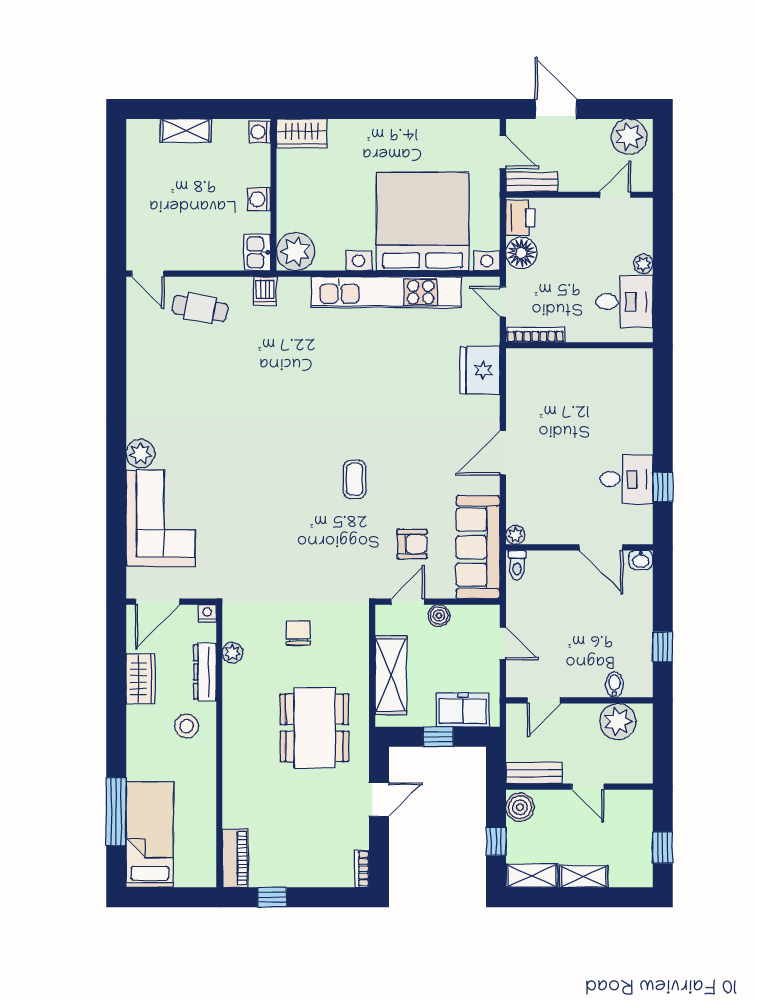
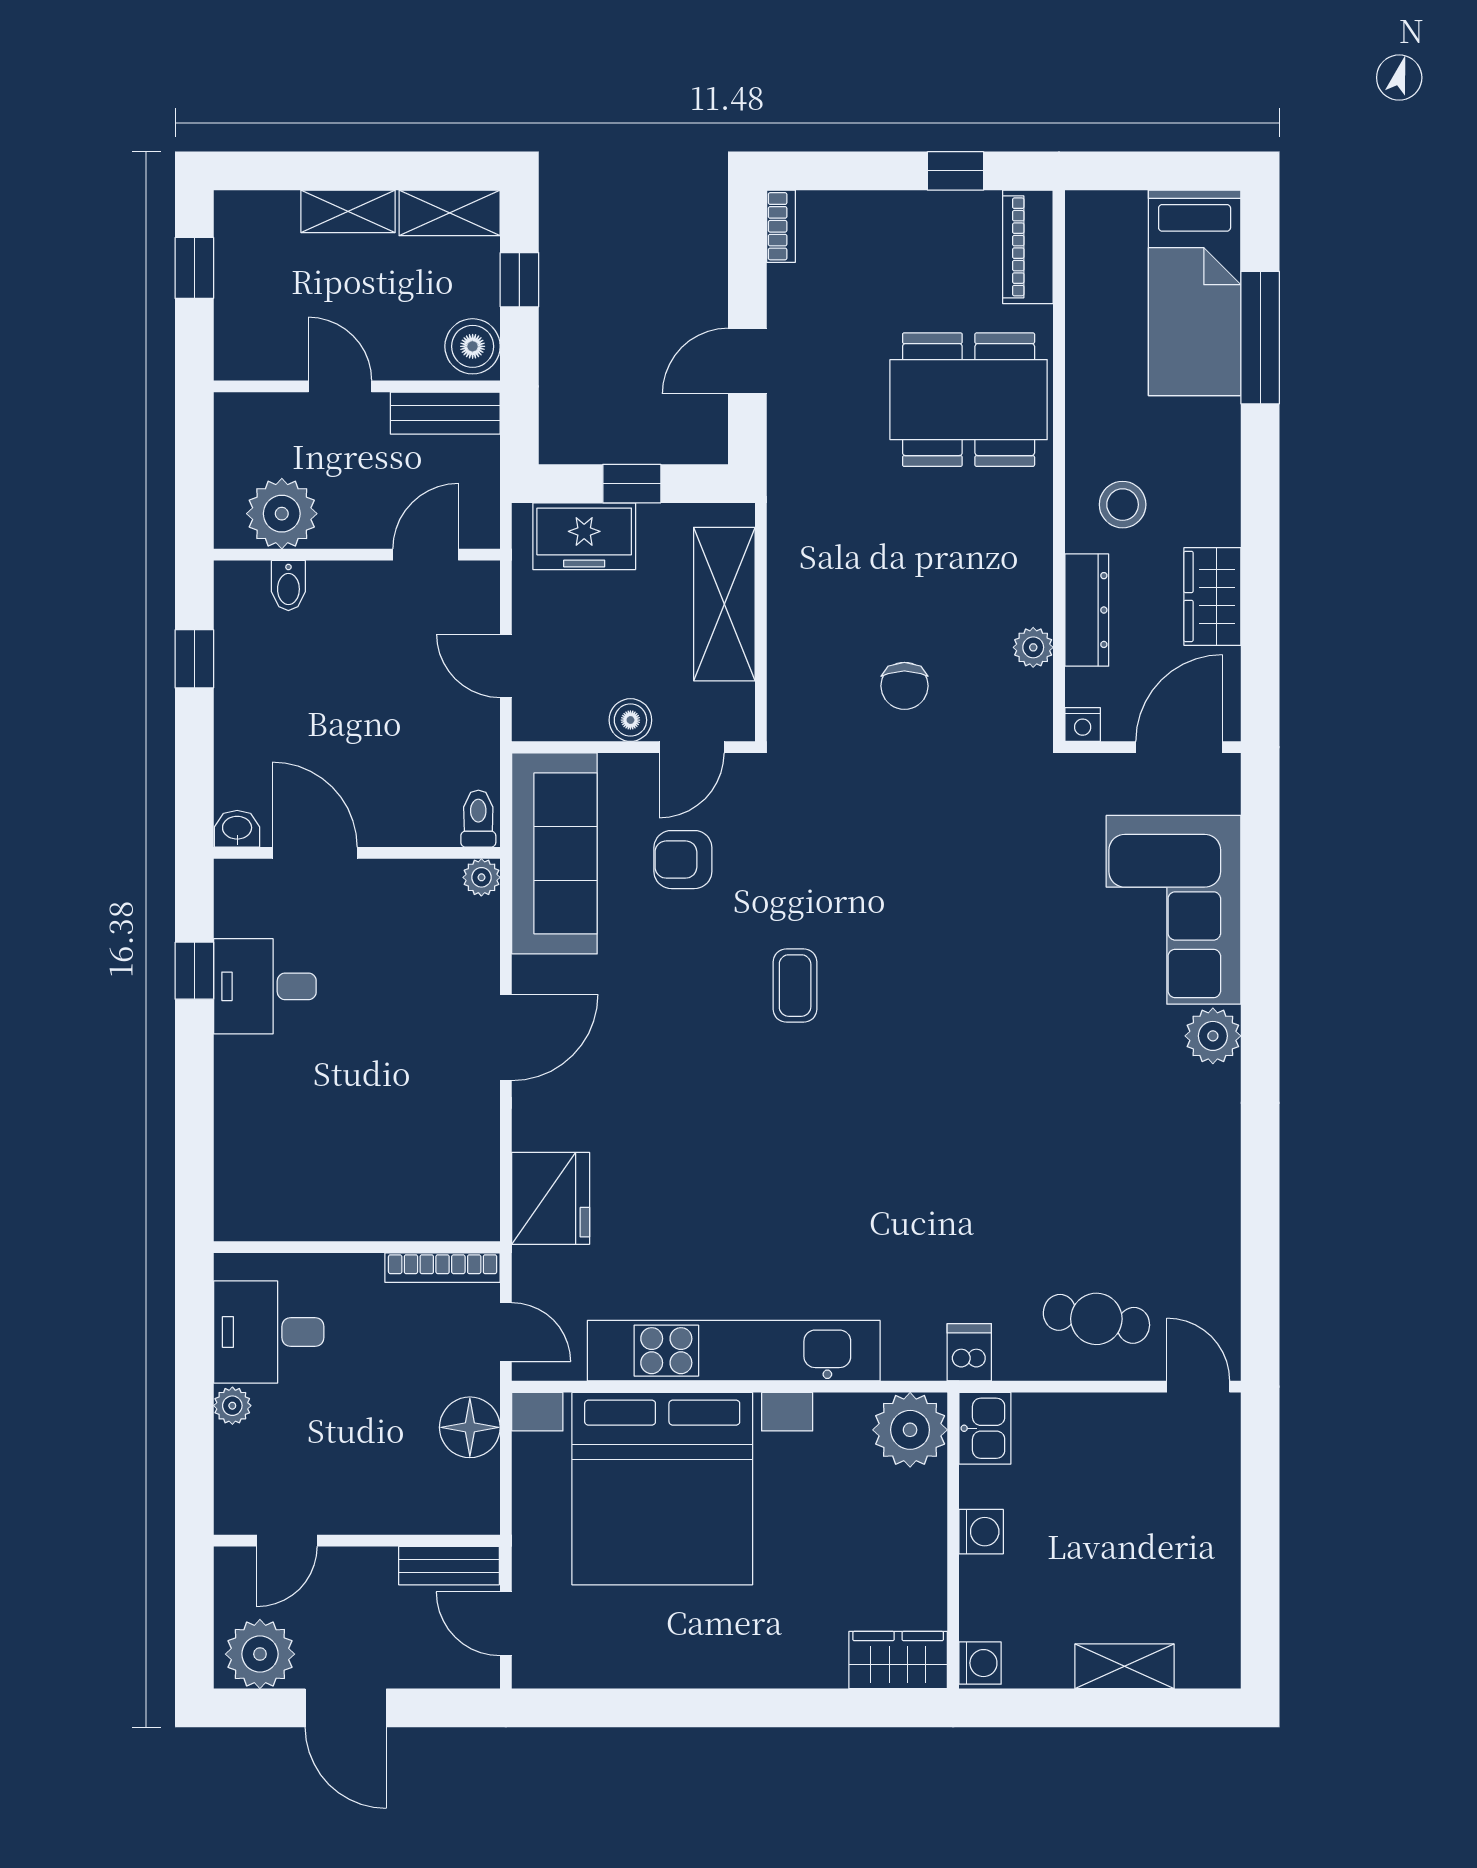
door: (556, 109) -> (346, 1708), moved
printer: (520, 218) -> (472, 1496), removed
dining table: (314, 728) -> (969, 400), moved, turned 90

